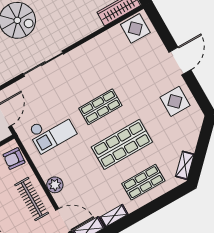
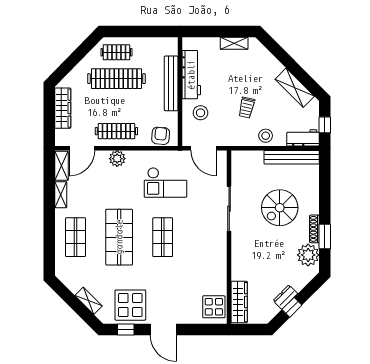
window: (198, 93) -> (126, 329), added
display table: (175, 101) -> (130, 305), width x1.36, depth x1.36
checkout: (52, 131) -> (165, 182), turned -90
shelving: (185, 165) -> (89, 301), moved

